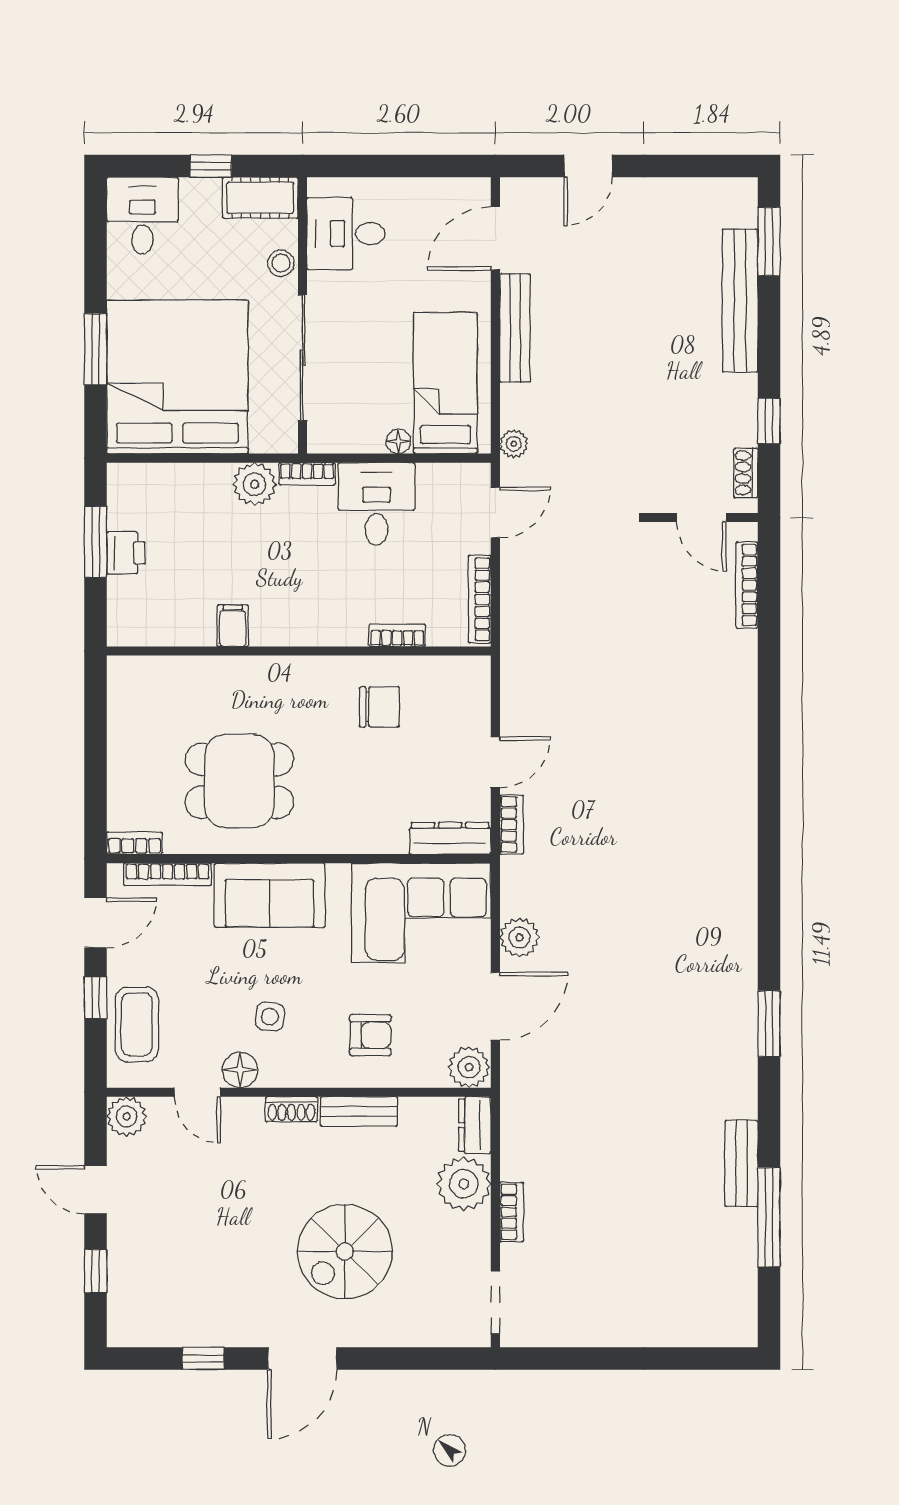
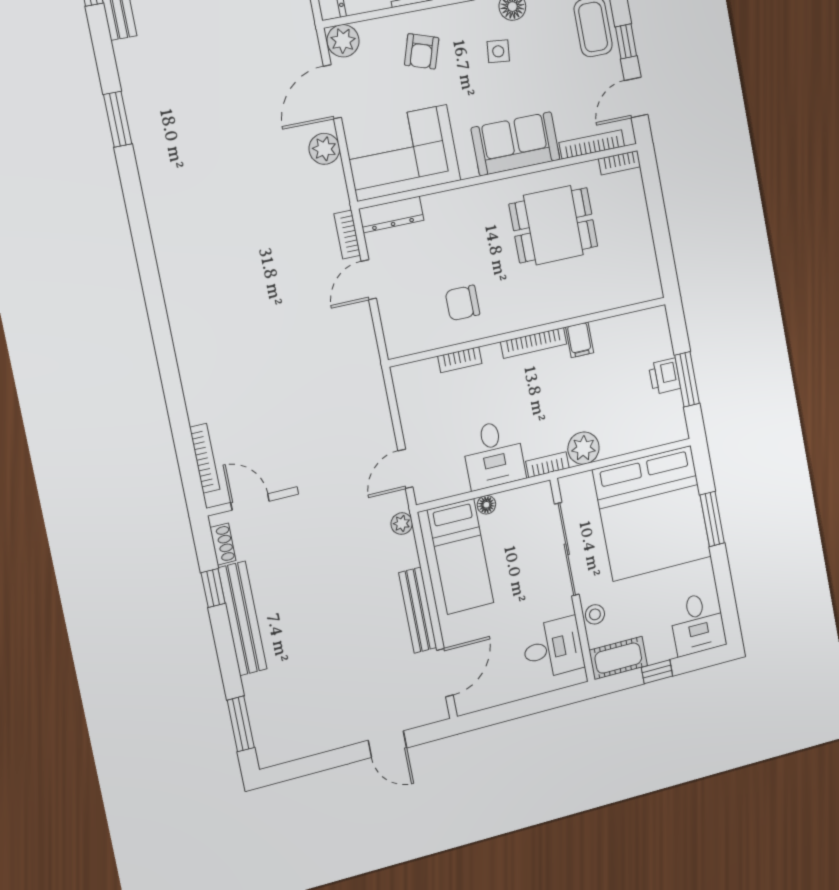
door: (588, 166) -> (387, 744), swing flipped
bench: (740, 301) -> (243, 618), moved
bookcase: (480, 599) -> (534, 343), moved, turned 90
armchair: (370, 1035) -> (422, 51), turned -72

